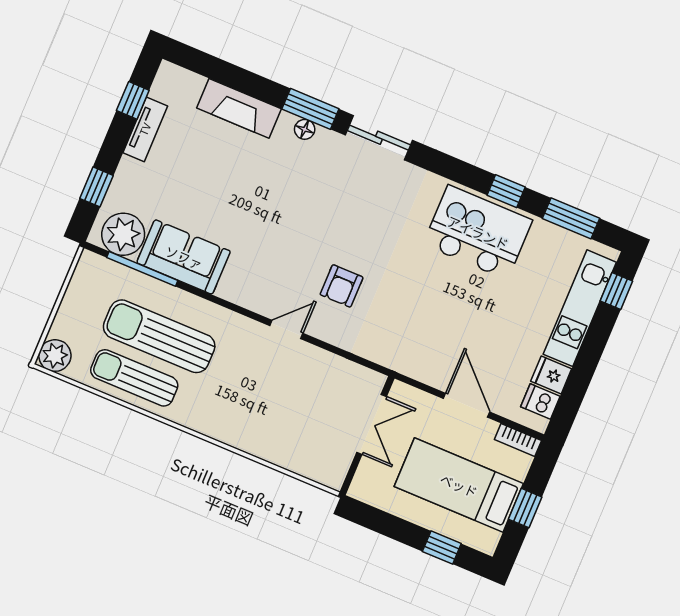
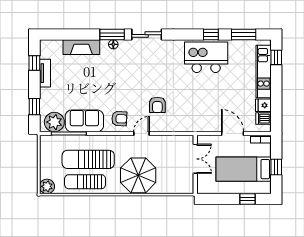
armchair: (255, 282) -> (119, 119), added
parasol: (245, 409) -> (138, 175), added

